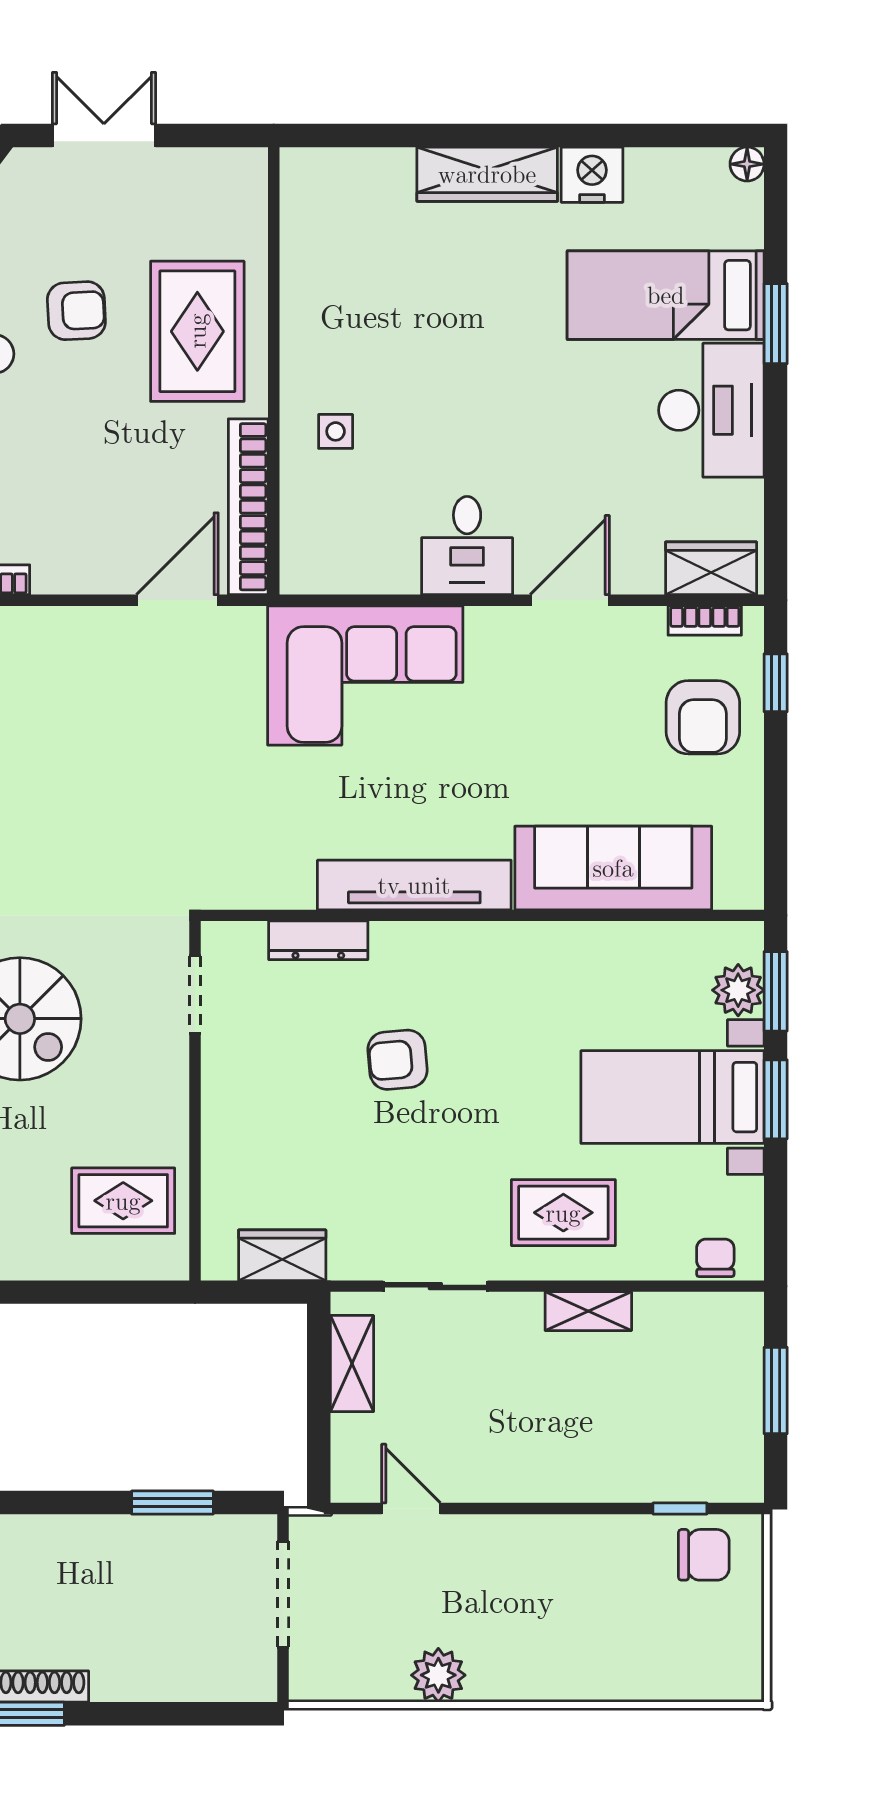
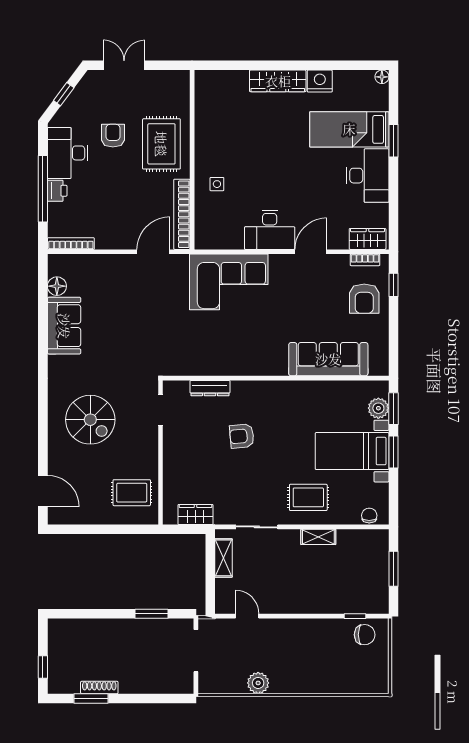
armchair: (76, 311) -> (113, 136), turned -87
desk: (467, 546) -> (270, 230), width x1.37
tv unit: (414, 885) -> (248, 366), removed

